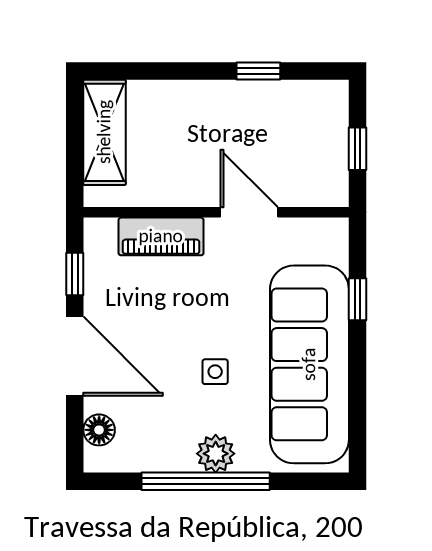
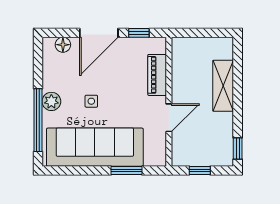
window: (258, 71) -> (238, 148), moved
shelving: (104, 132) -> (223, 86), moved, turned 90
window: (357, 299) -> (127, 170), width x1.50
window: (206, 481) -> (38, 120), moved

